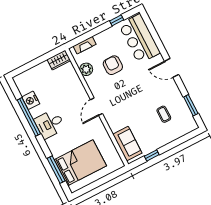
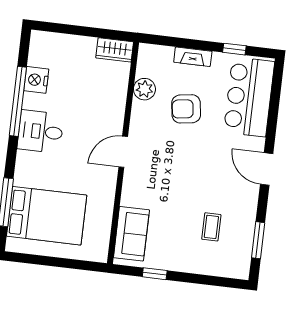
fireplace: (85, 45) -> (193, 57), moved
armchair: (113, 65) -> (186, 109), turned -98

